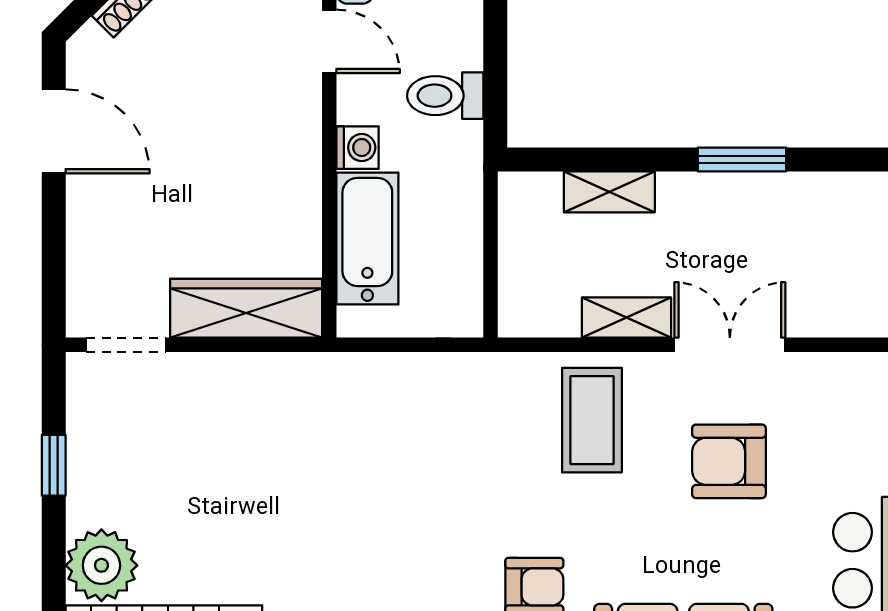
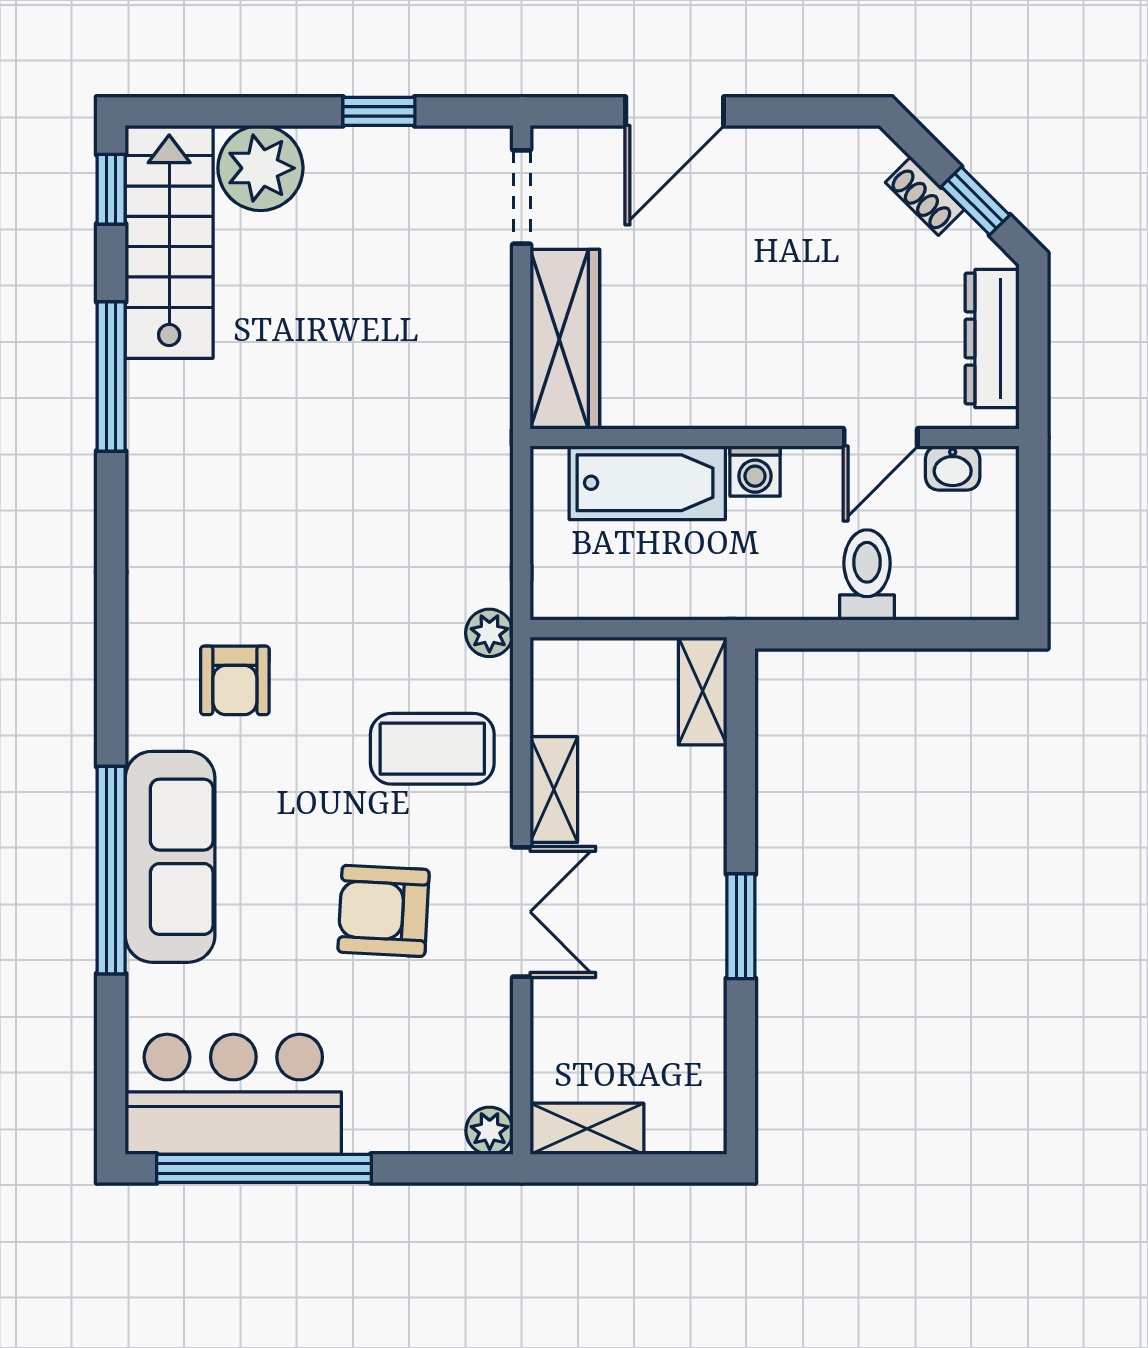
toilet: (445, 96) -> (867, 575), moved
door: (54, 131) -> (675, 111), moved
shelving: (609, 192) -> (703, 691), moved
plant: (494, 372) -> (489, 633), added
armchair: (729, 461) -> (384, 911), turned -87

